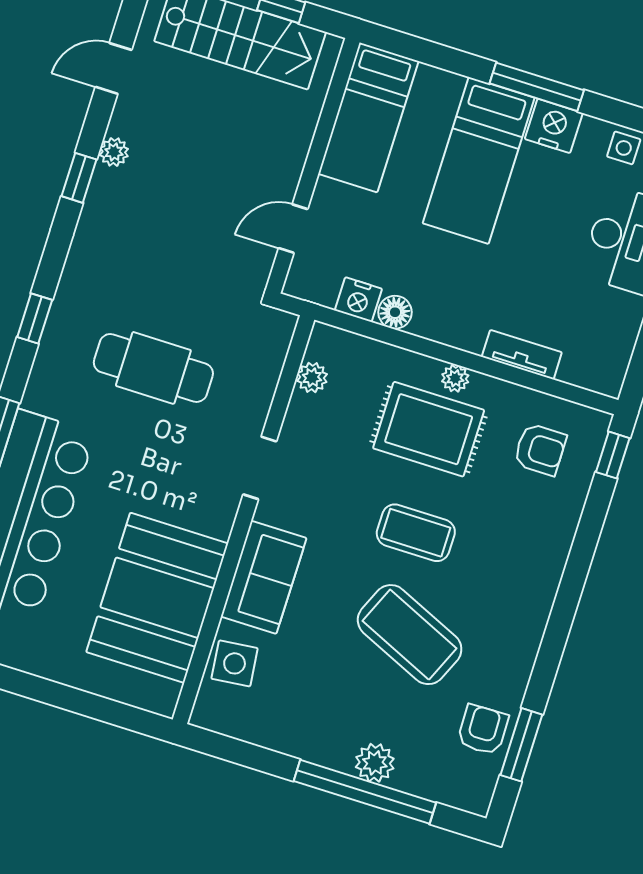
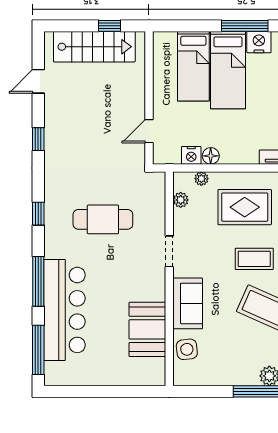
bed: (368, 118) -> (193, 66), moved
plant: (114, 152) -> (51, 121), removed
plant: (455, 378) -> (201, 179), moved
booth: (157, 598) -> (147, 329), width x0.73, depth x0.70

